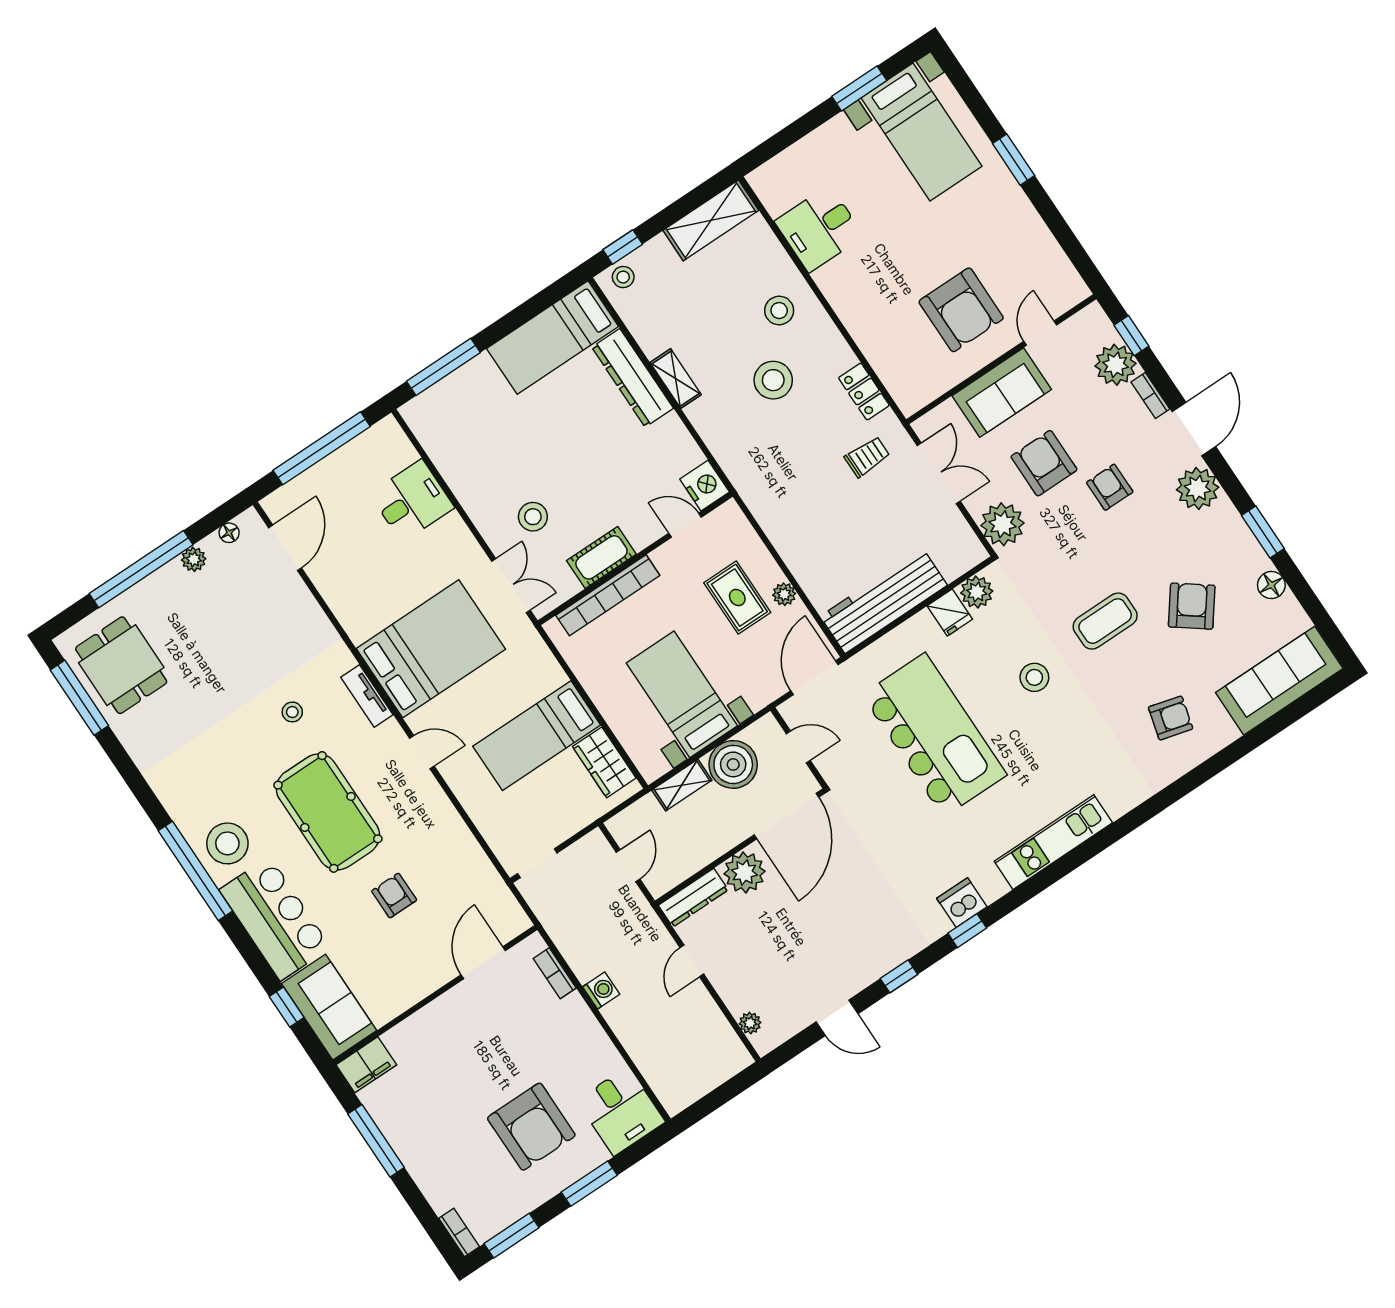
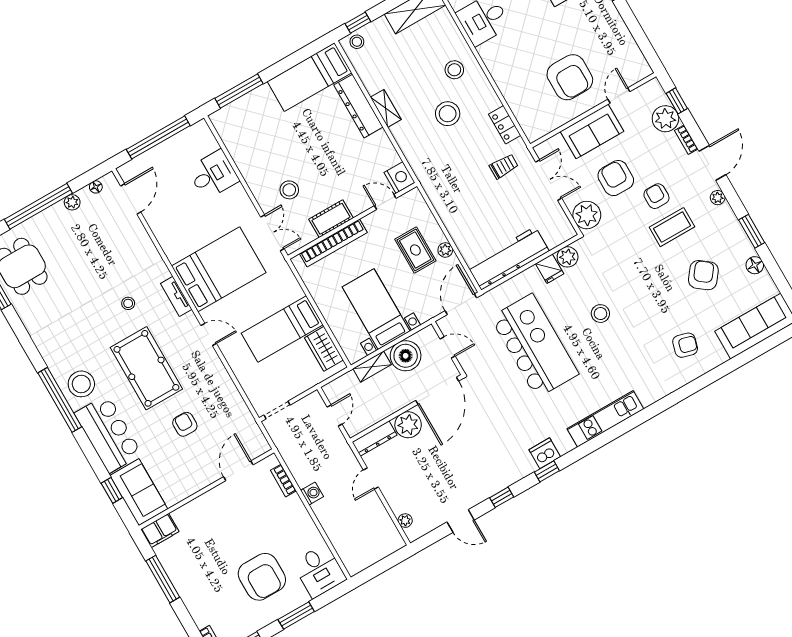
plant: (1198, 488) -> (718, 198), width x0.53, depth x0.53
coffee table: (1105, 621) -> (672, 227), moved

